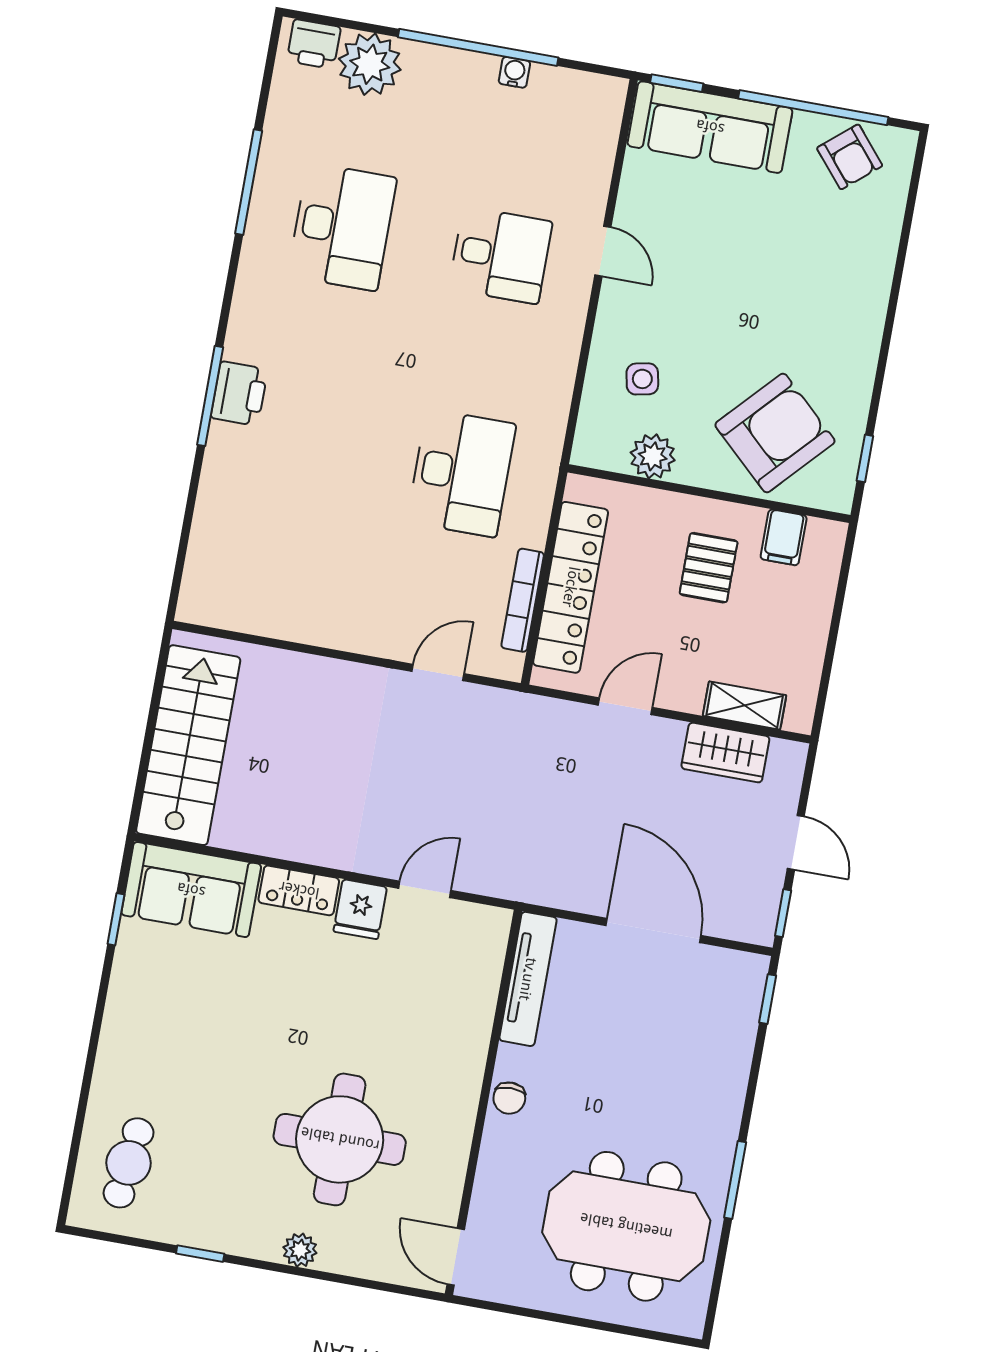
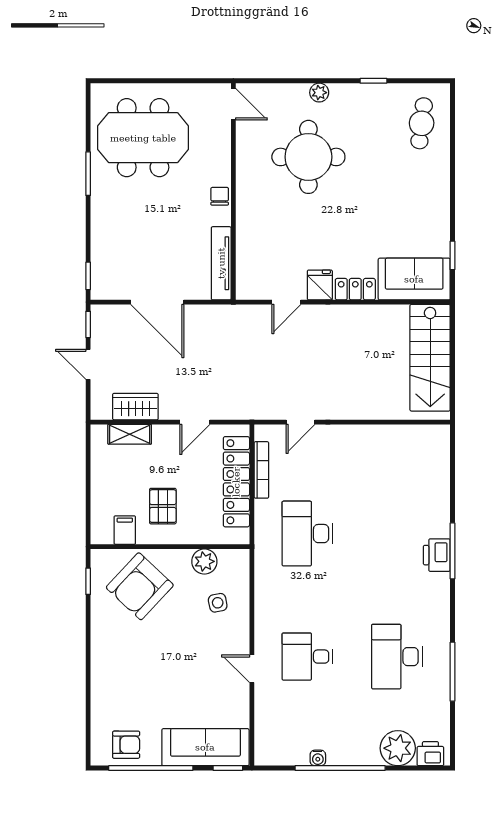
armchair: (850, 157) -> (126, 745), turned 130

